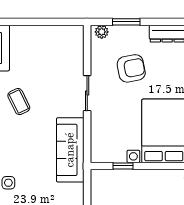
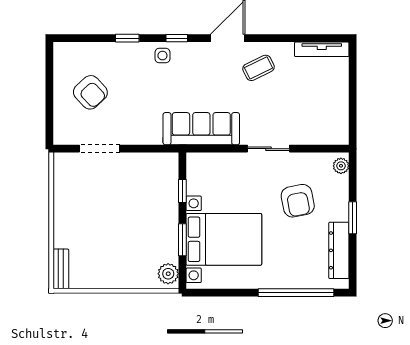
window: (126, 22) -> (353, 218), moved
window: (164, 166) -> (182, 240), added

